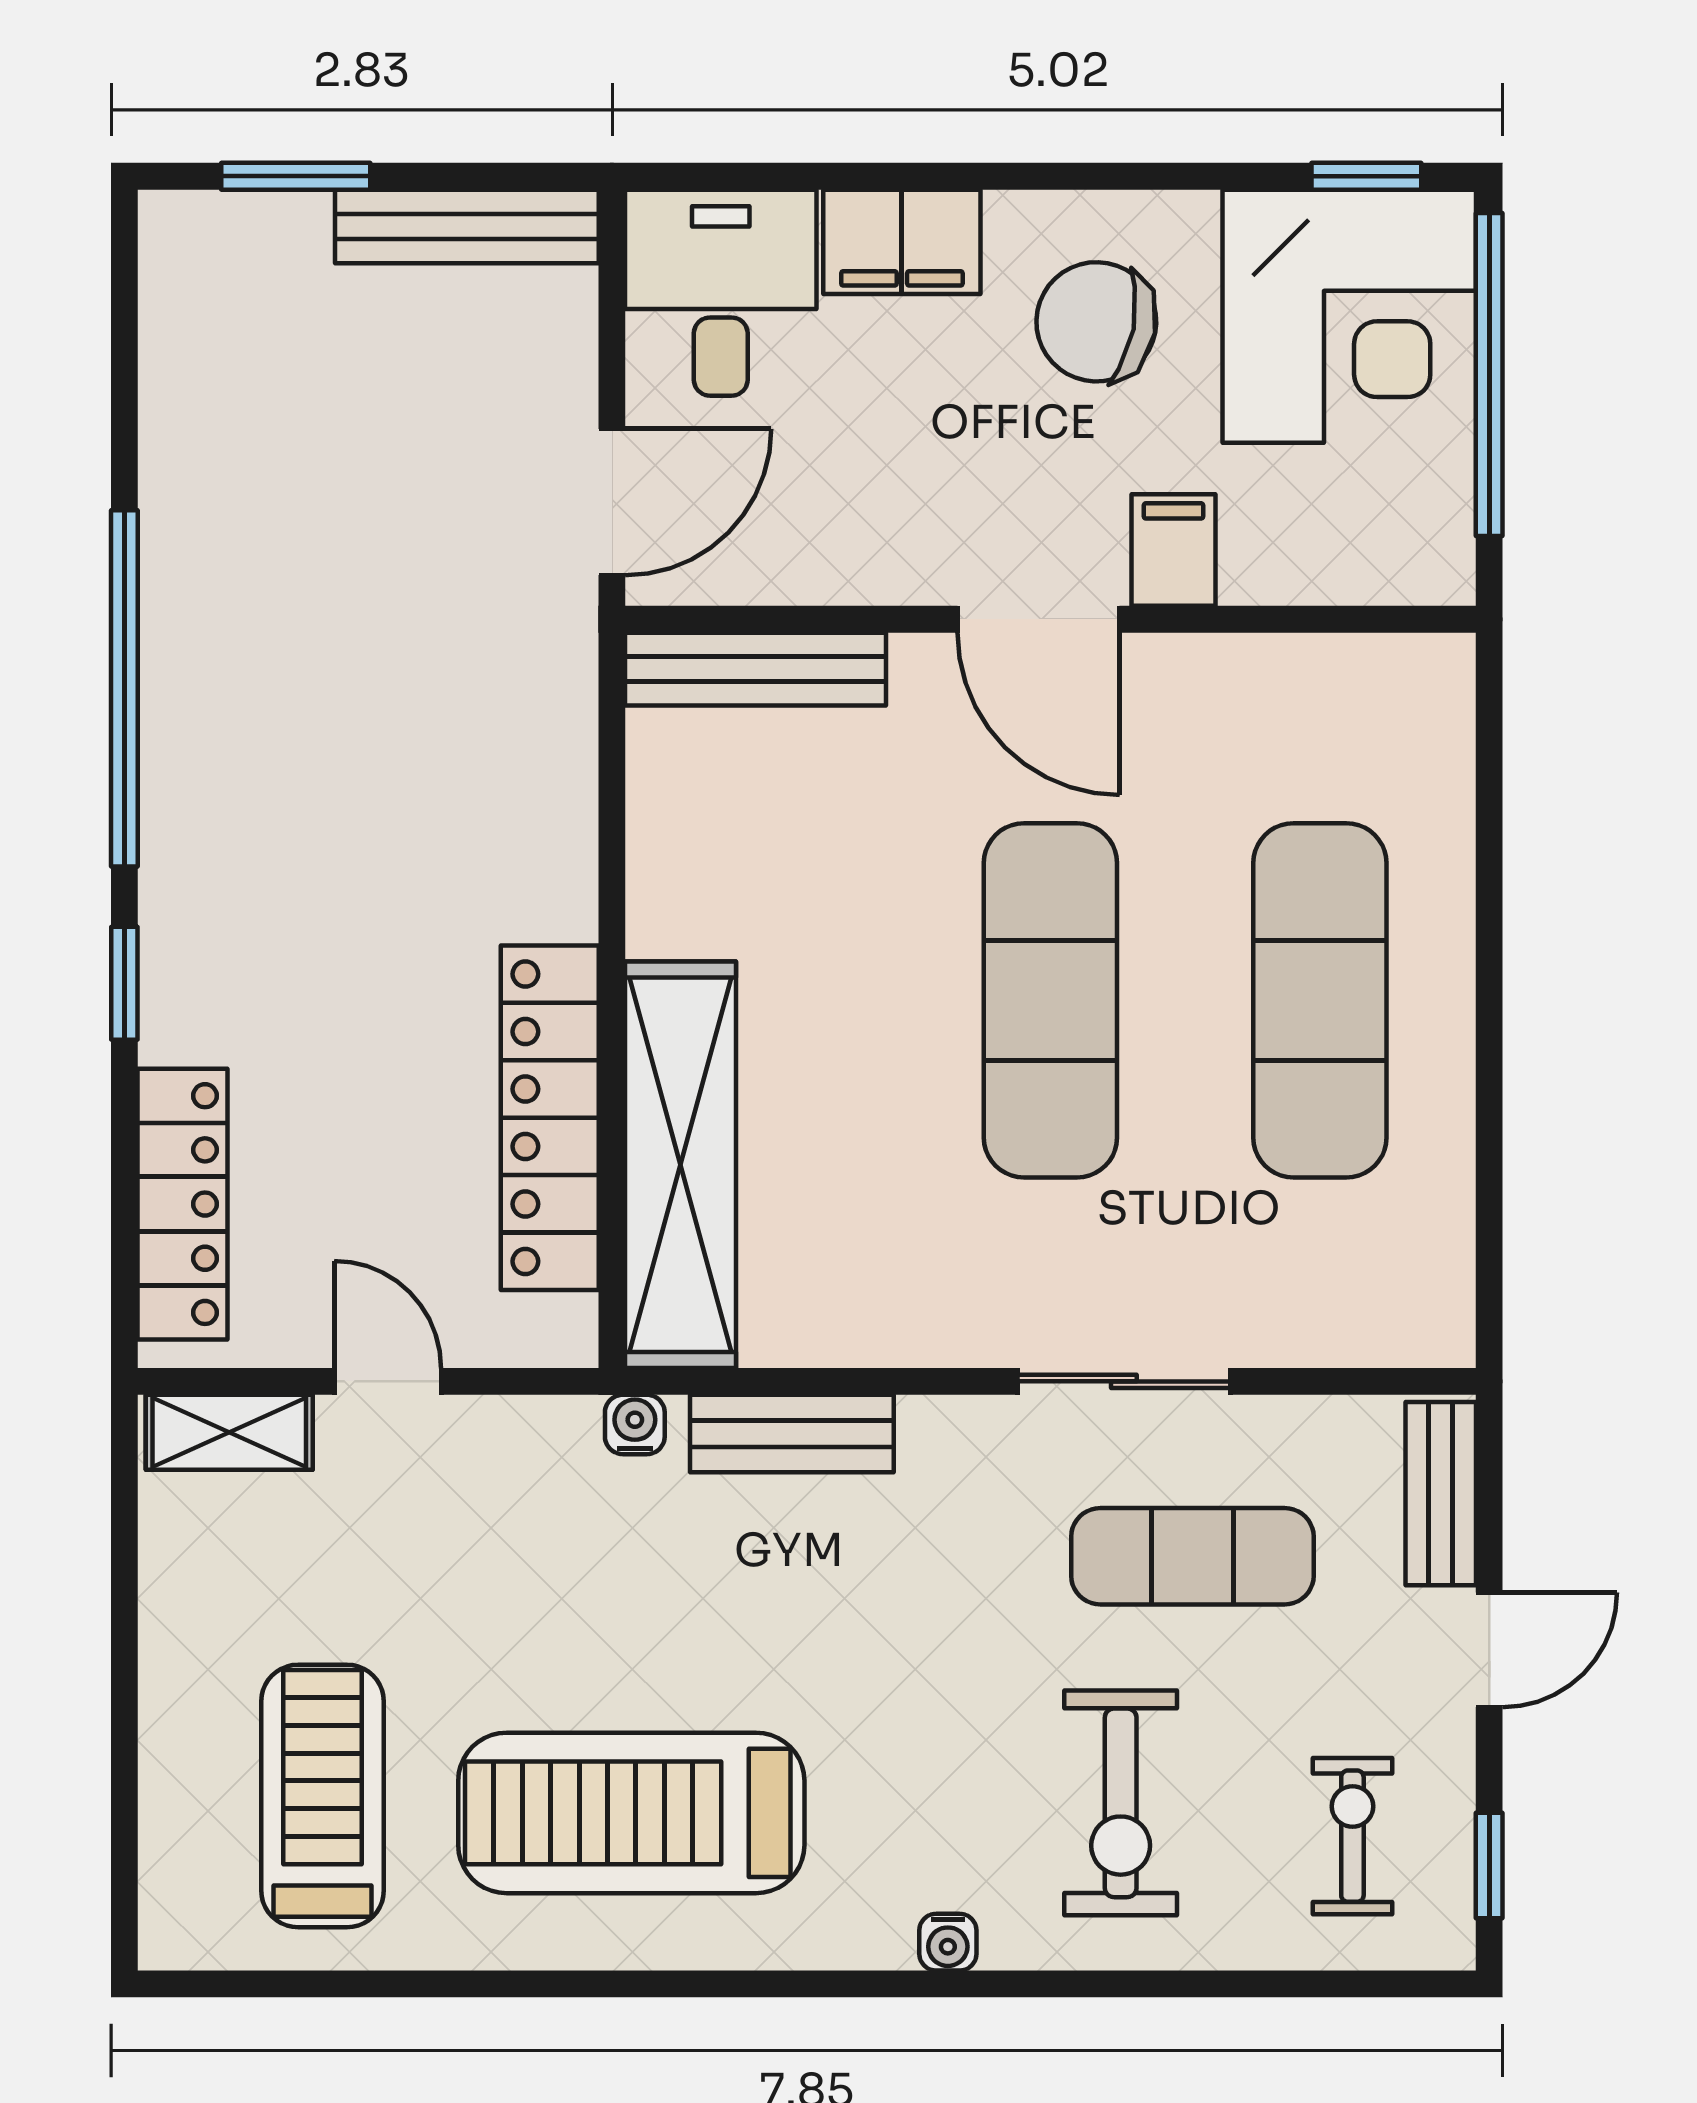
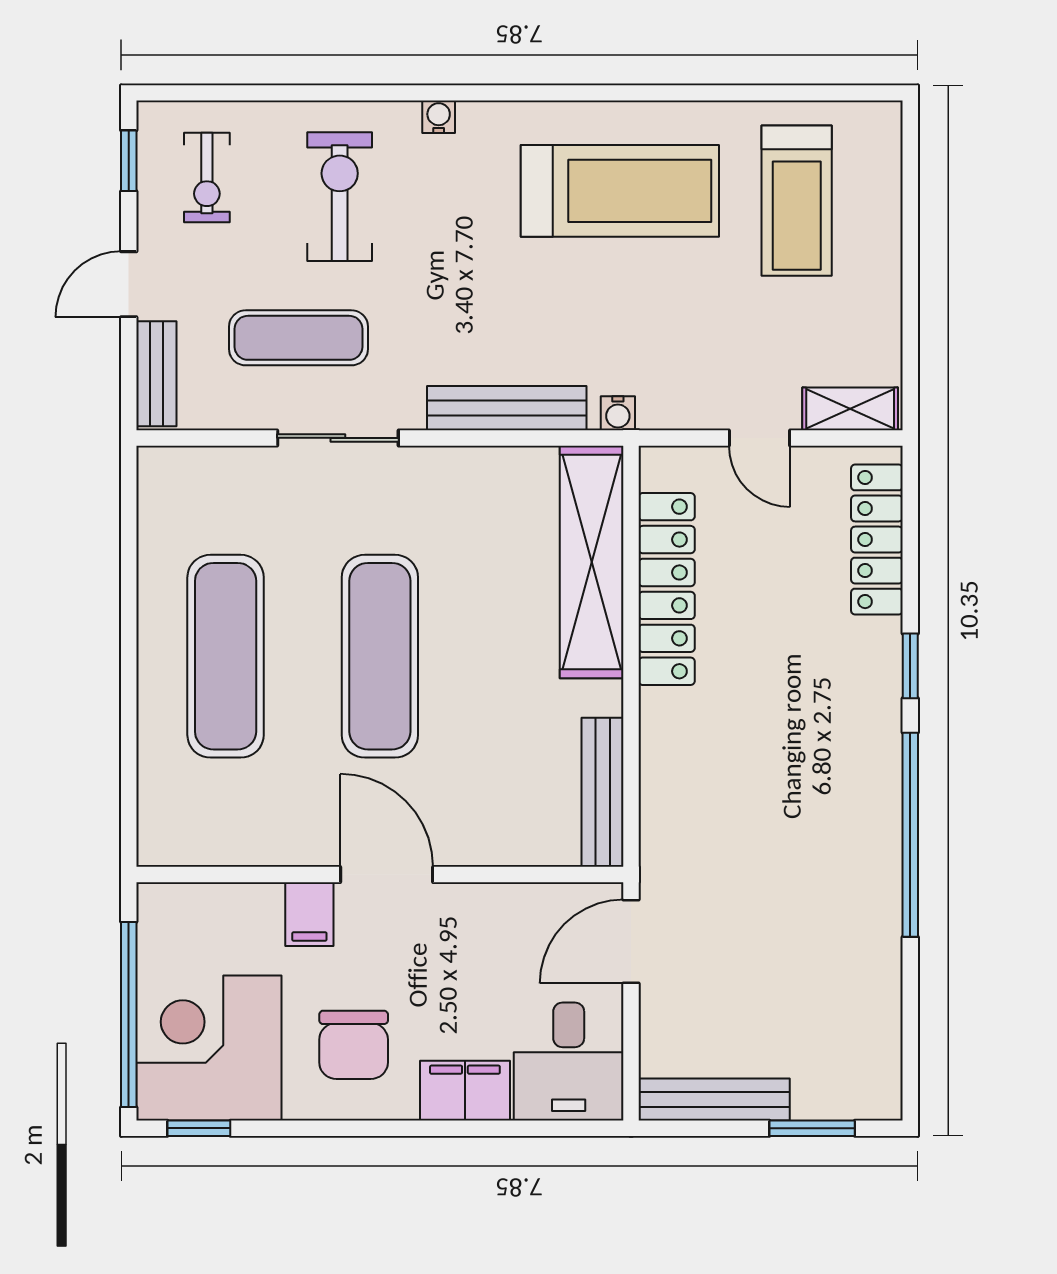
chair: (1096, 322) -> (354, 1045), turned 79
bench: (755, 669) -> (603, 792), moved, turned 90
bench: (792, 1434) -> (507, 408), width x1.36

